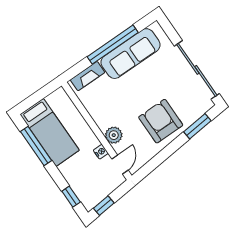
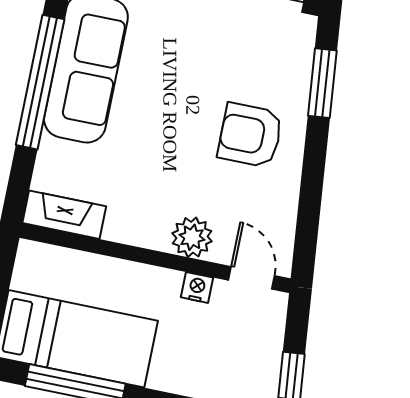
fireplace: (88, 76) -> (64, 215), moved, turned -90
armchair: (161, 121) -> (250, 135), width x0.73, depth x0.73

